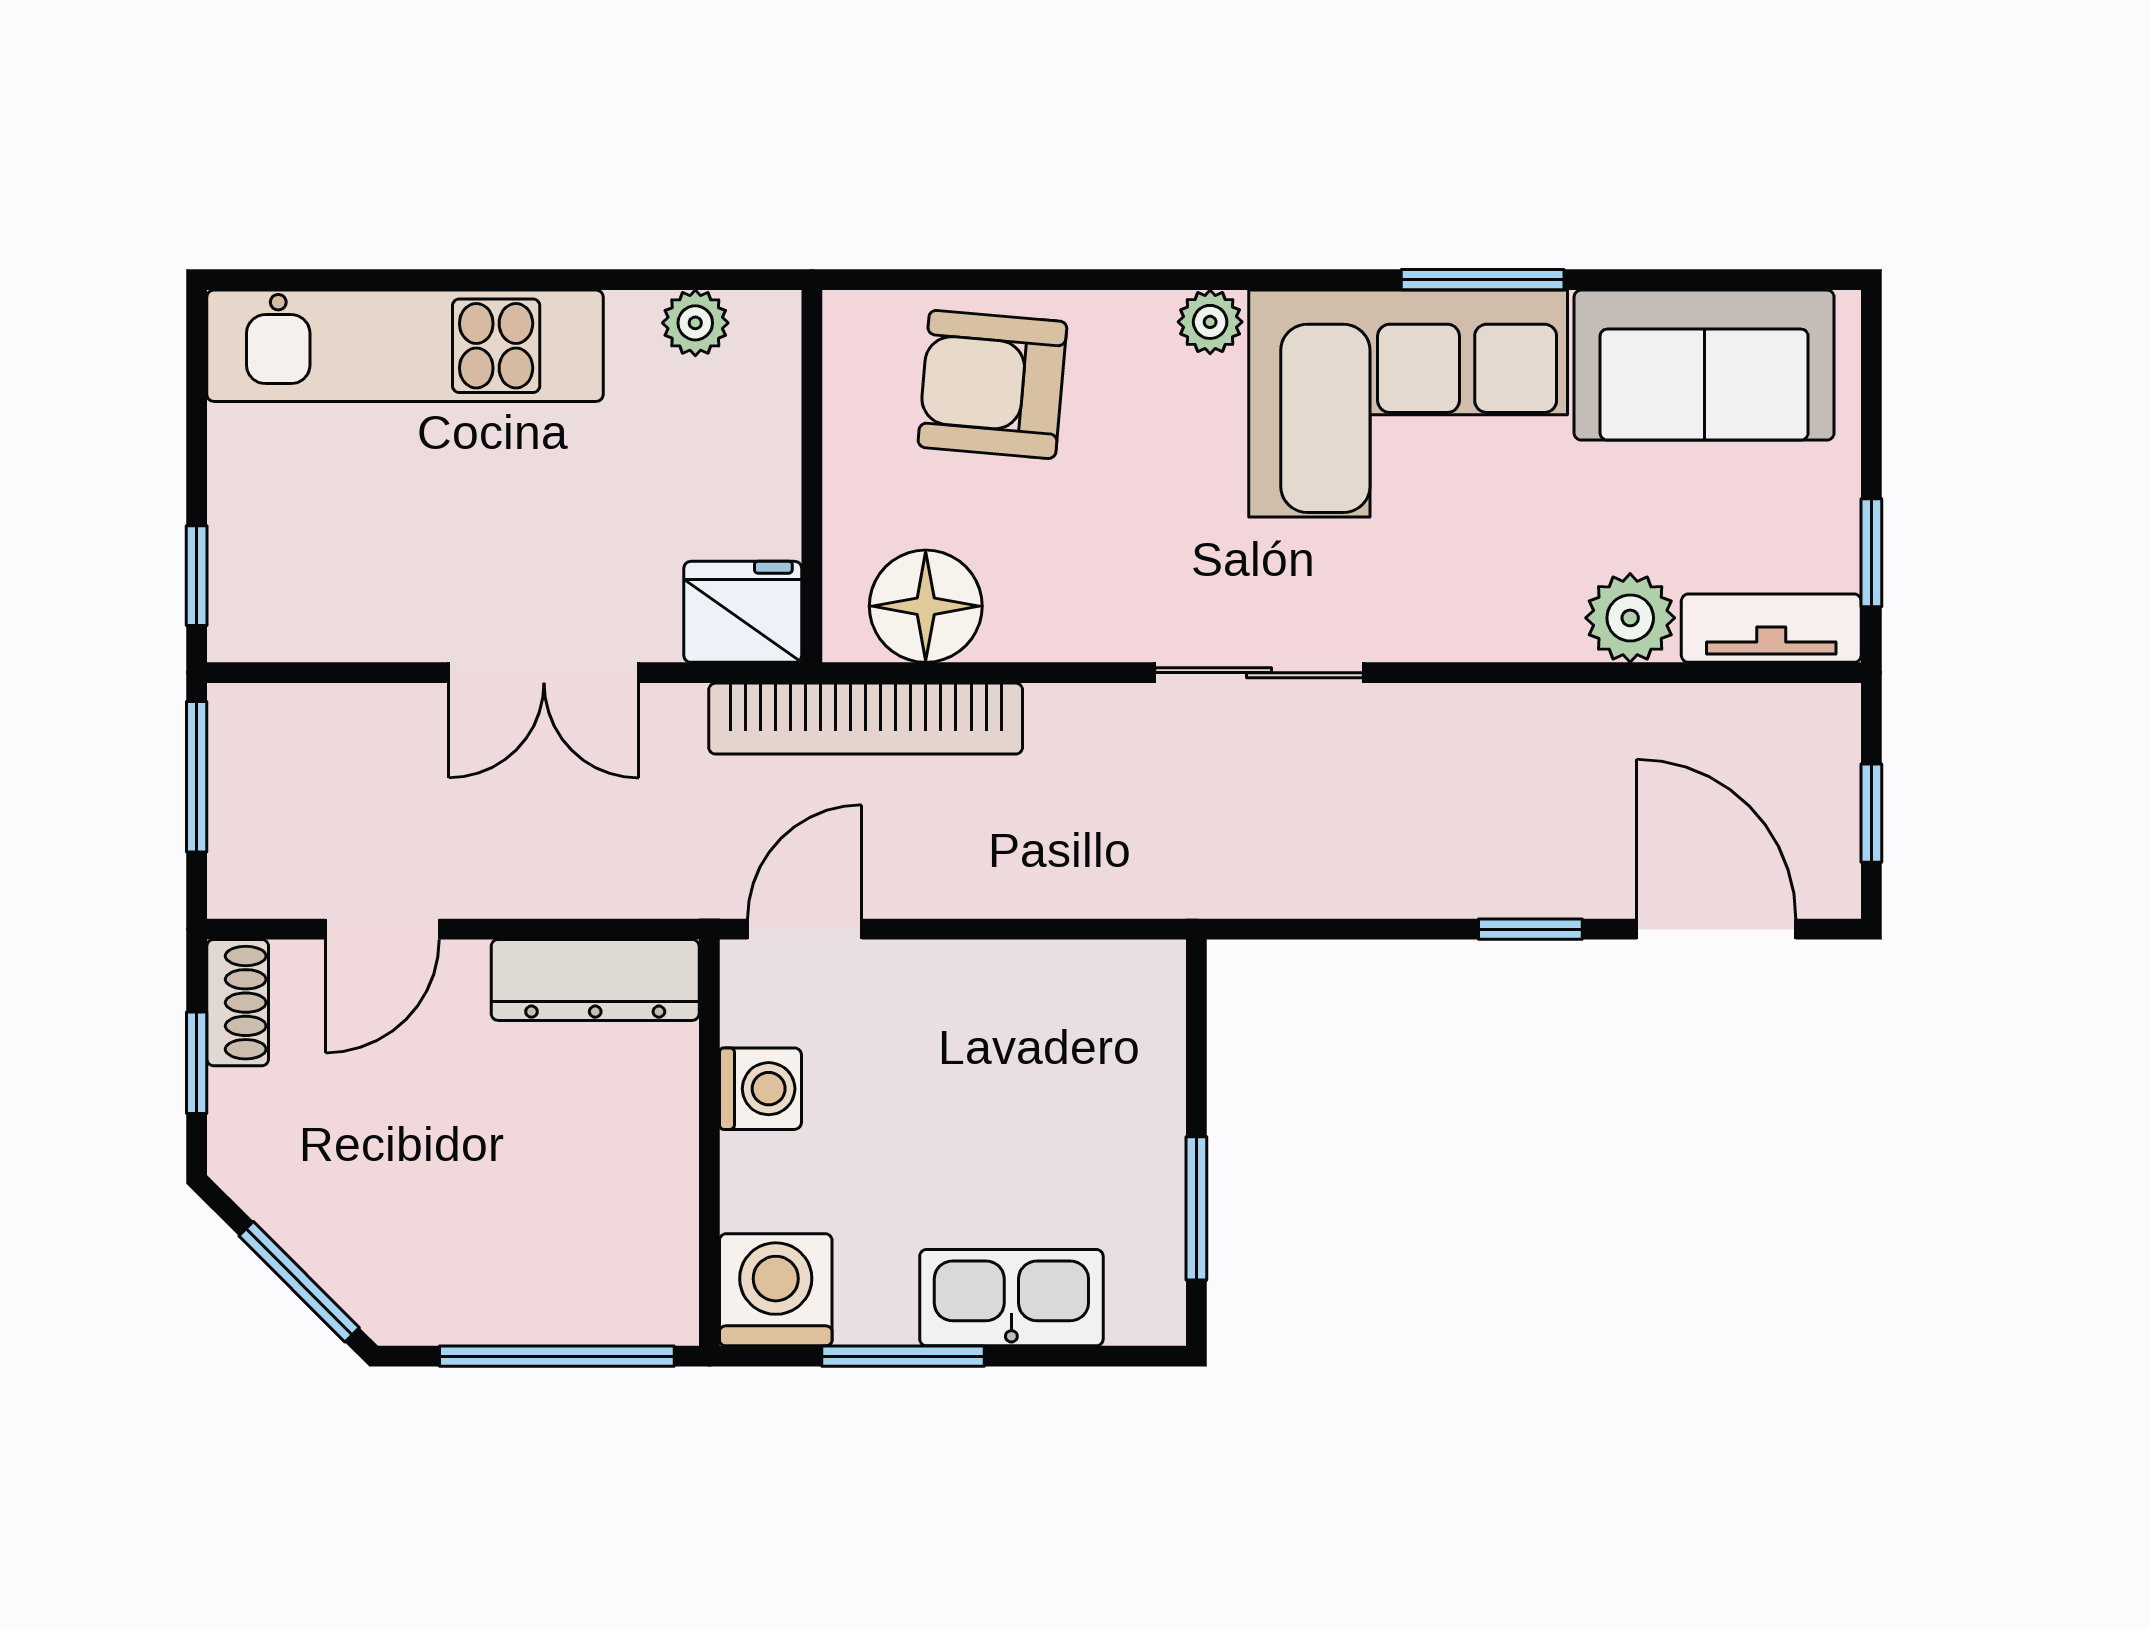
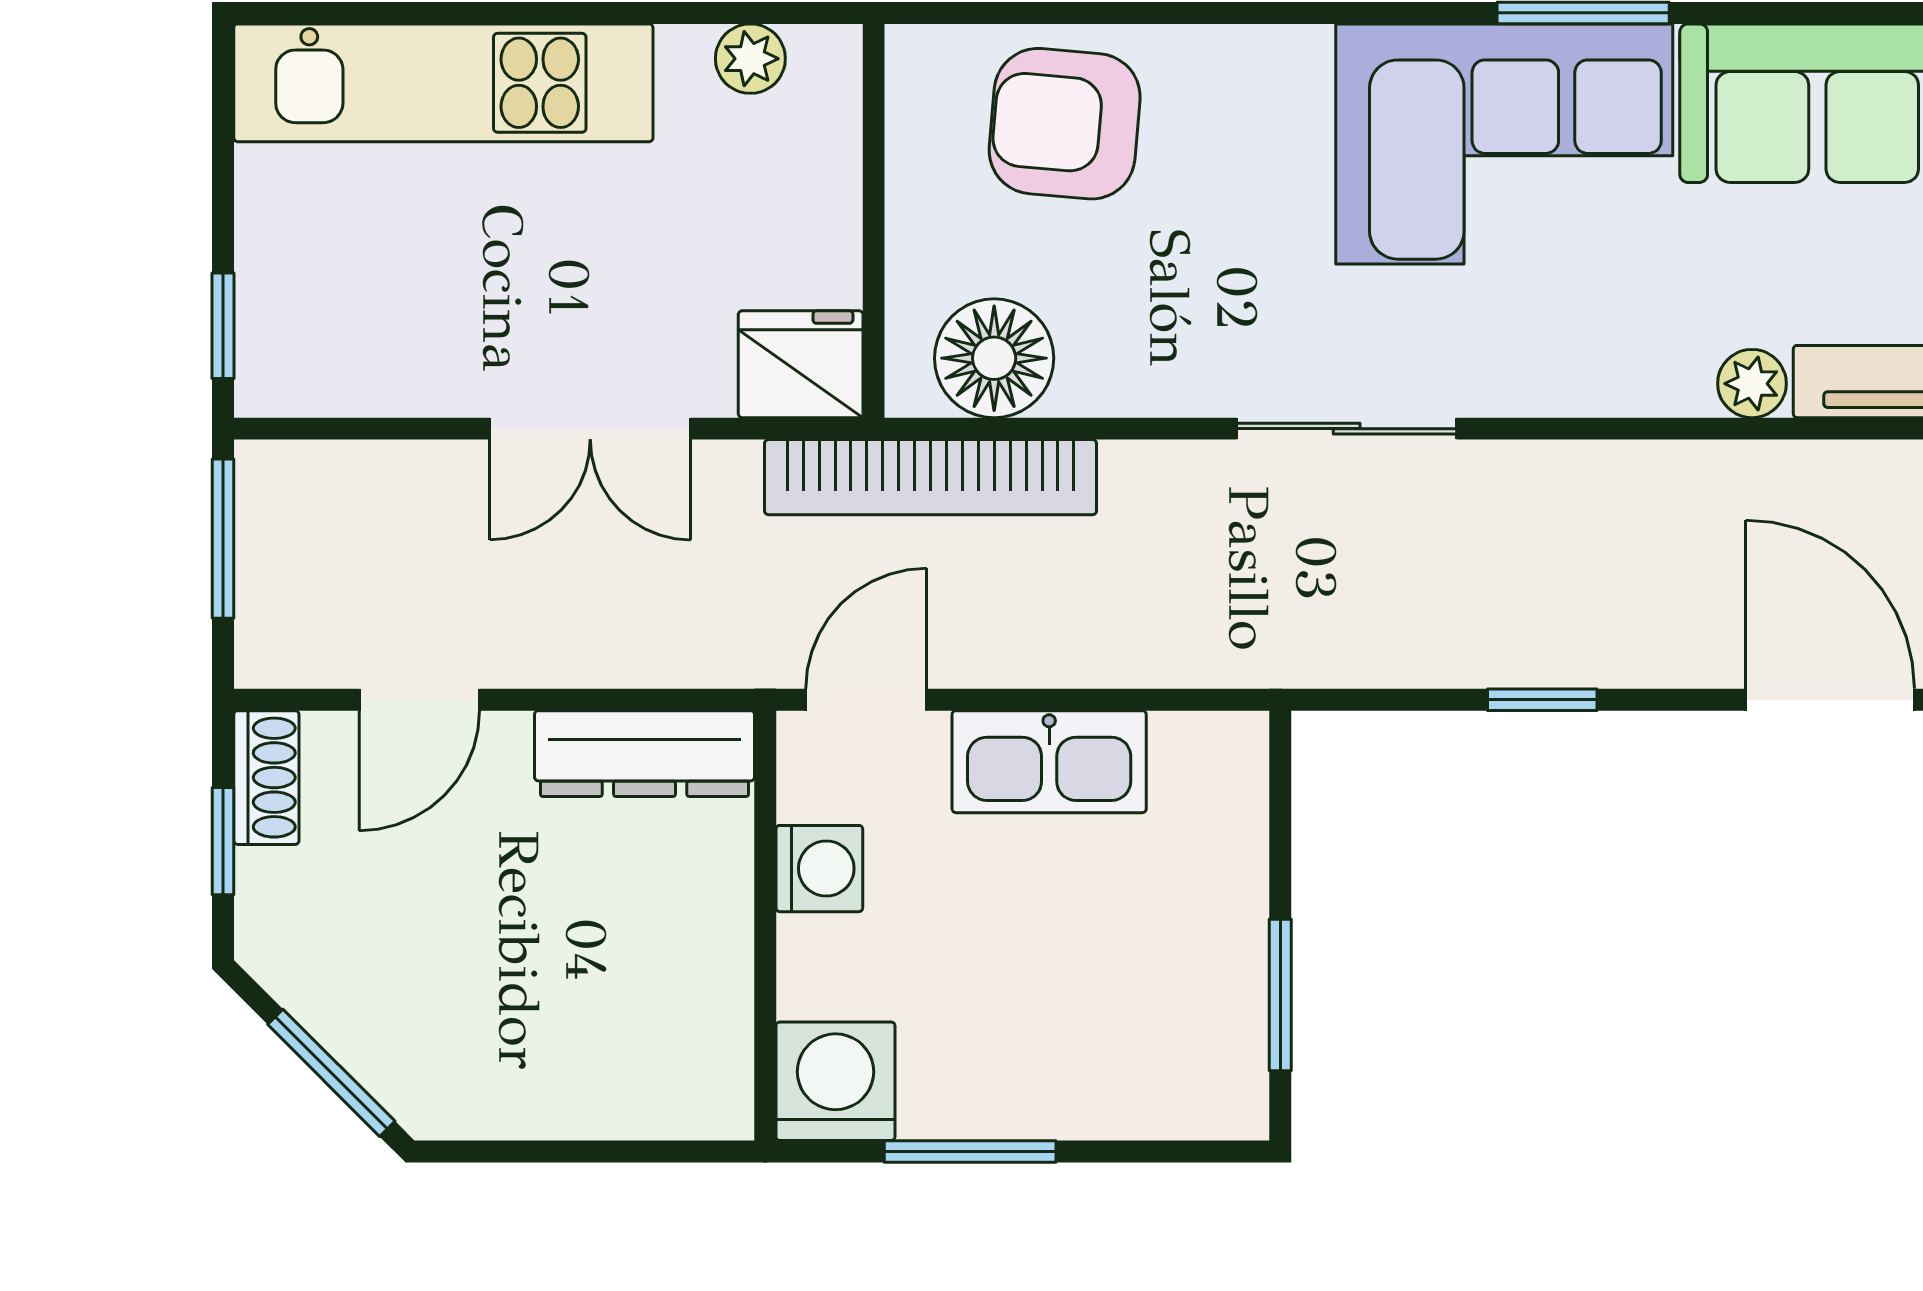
plant: (1210, 322) -> (1295, 58), removed
plant: (1630, 618) -> (1752, 384), width x0.73, depth x0.73
window: (1530, 929) -> (1542, 700), moved
kitchen sink: (1011, 1298) -> (1049, 762), moved, turned 180
window: (557, 1356) -> (604, 1152), removed

